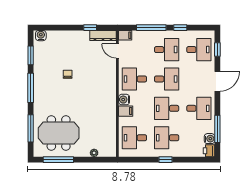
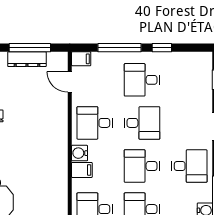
window: (90, 28) -> (30, 48), width x2.17
dresser: (103, 35) -> (27, 59), moved
desk: (167, 50) -> (142, 80), turned 180
desk: (199, 50) -> (189, 80), removed

